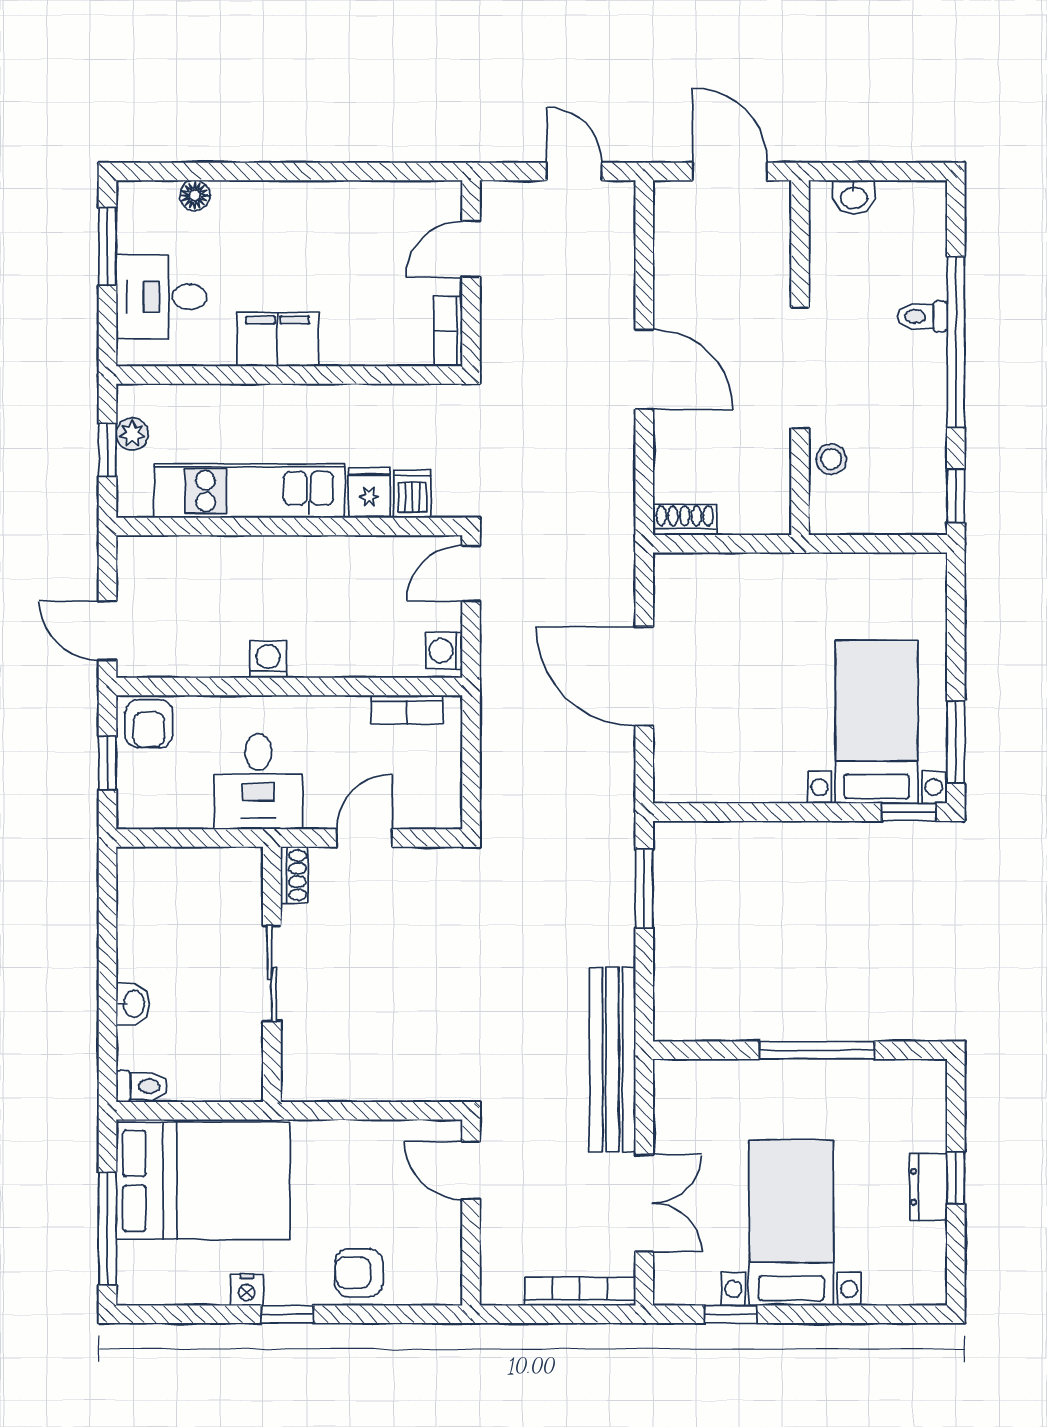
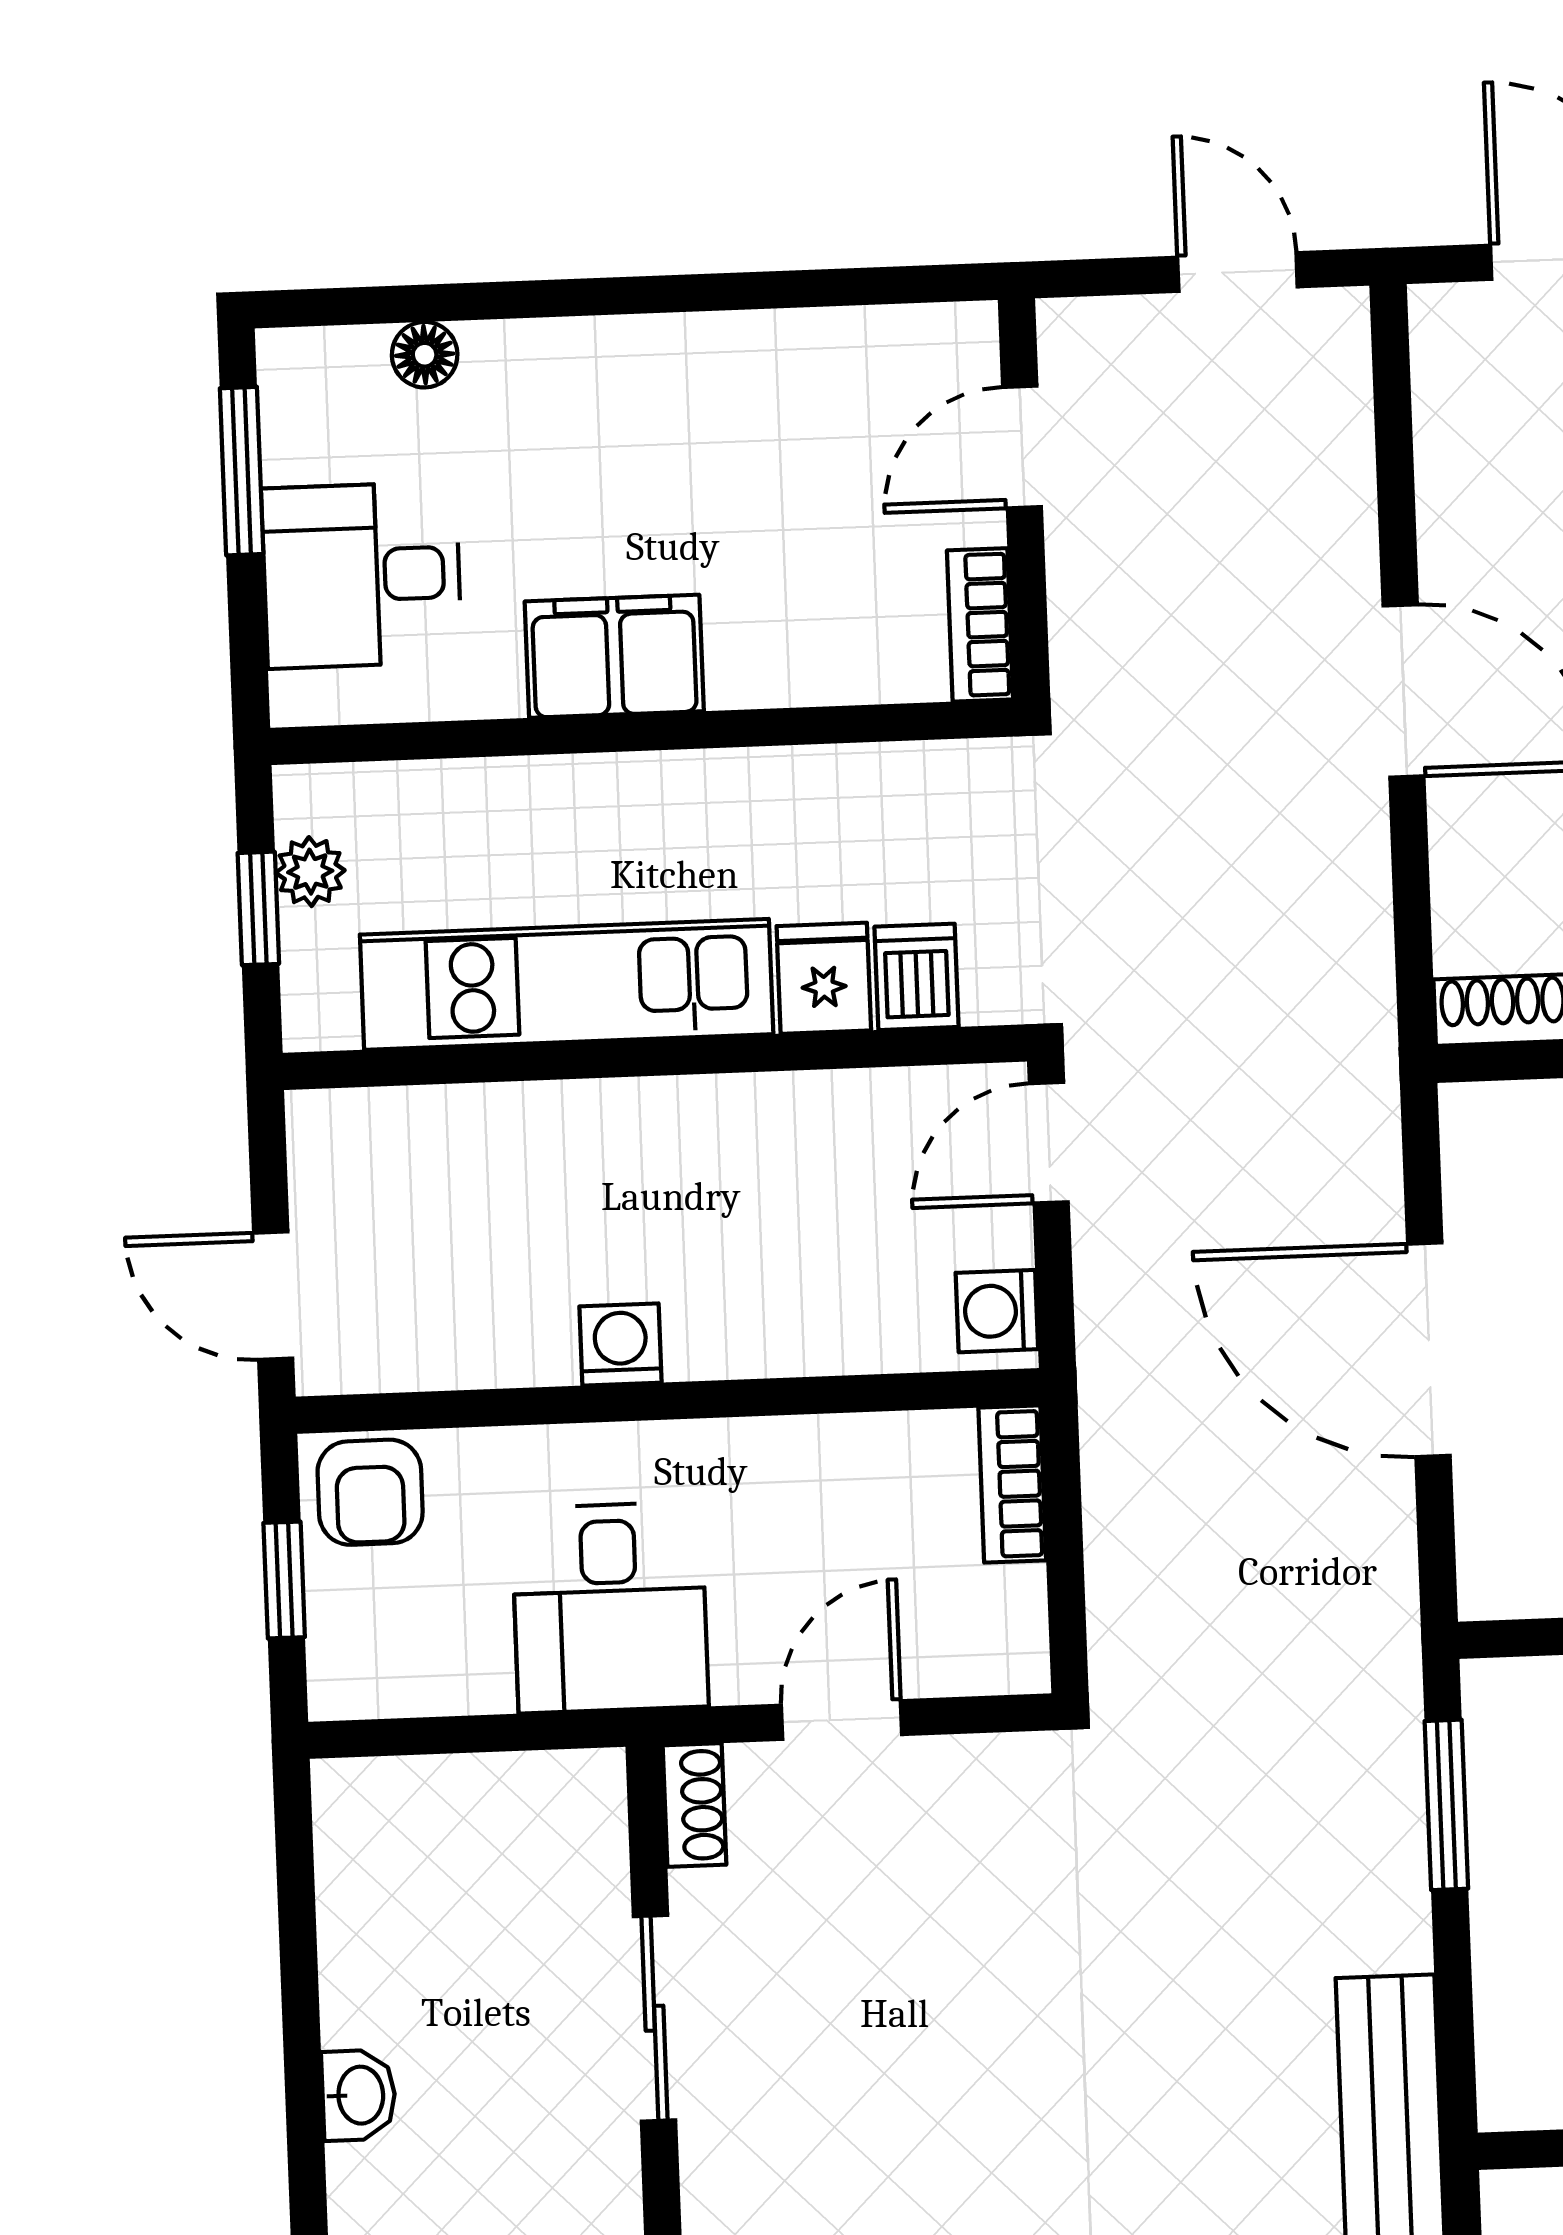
bookcase: (407, 710) -> (1012, 1484), moved, turned 90

